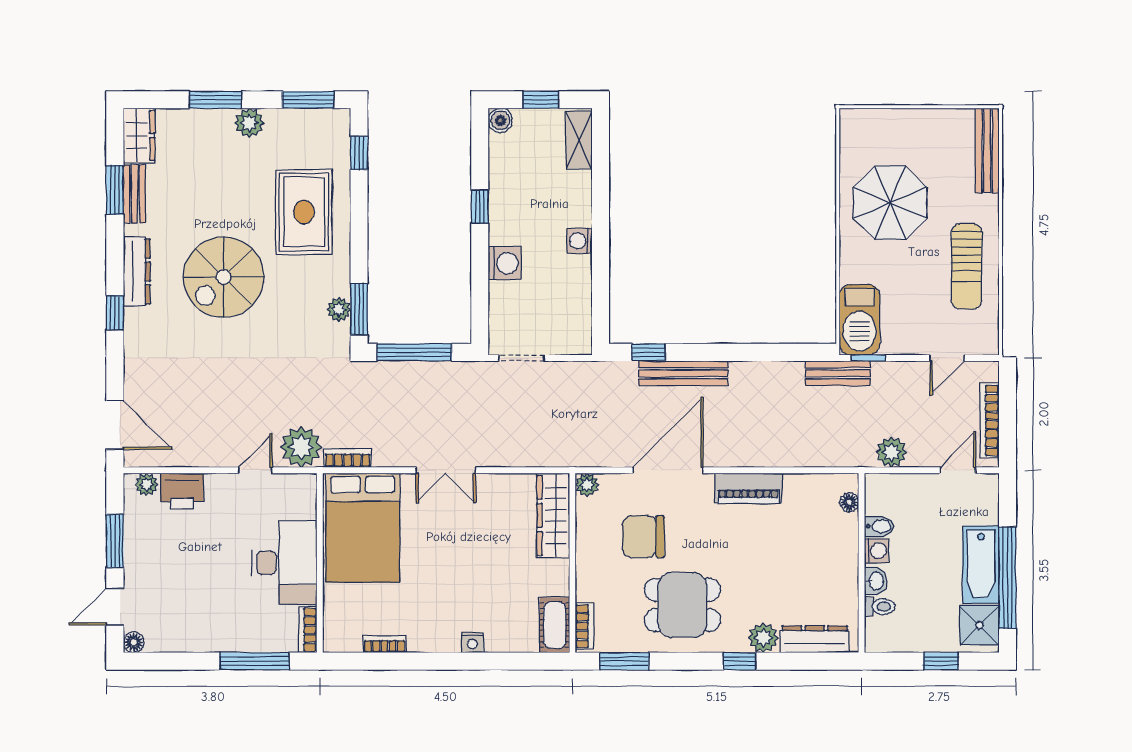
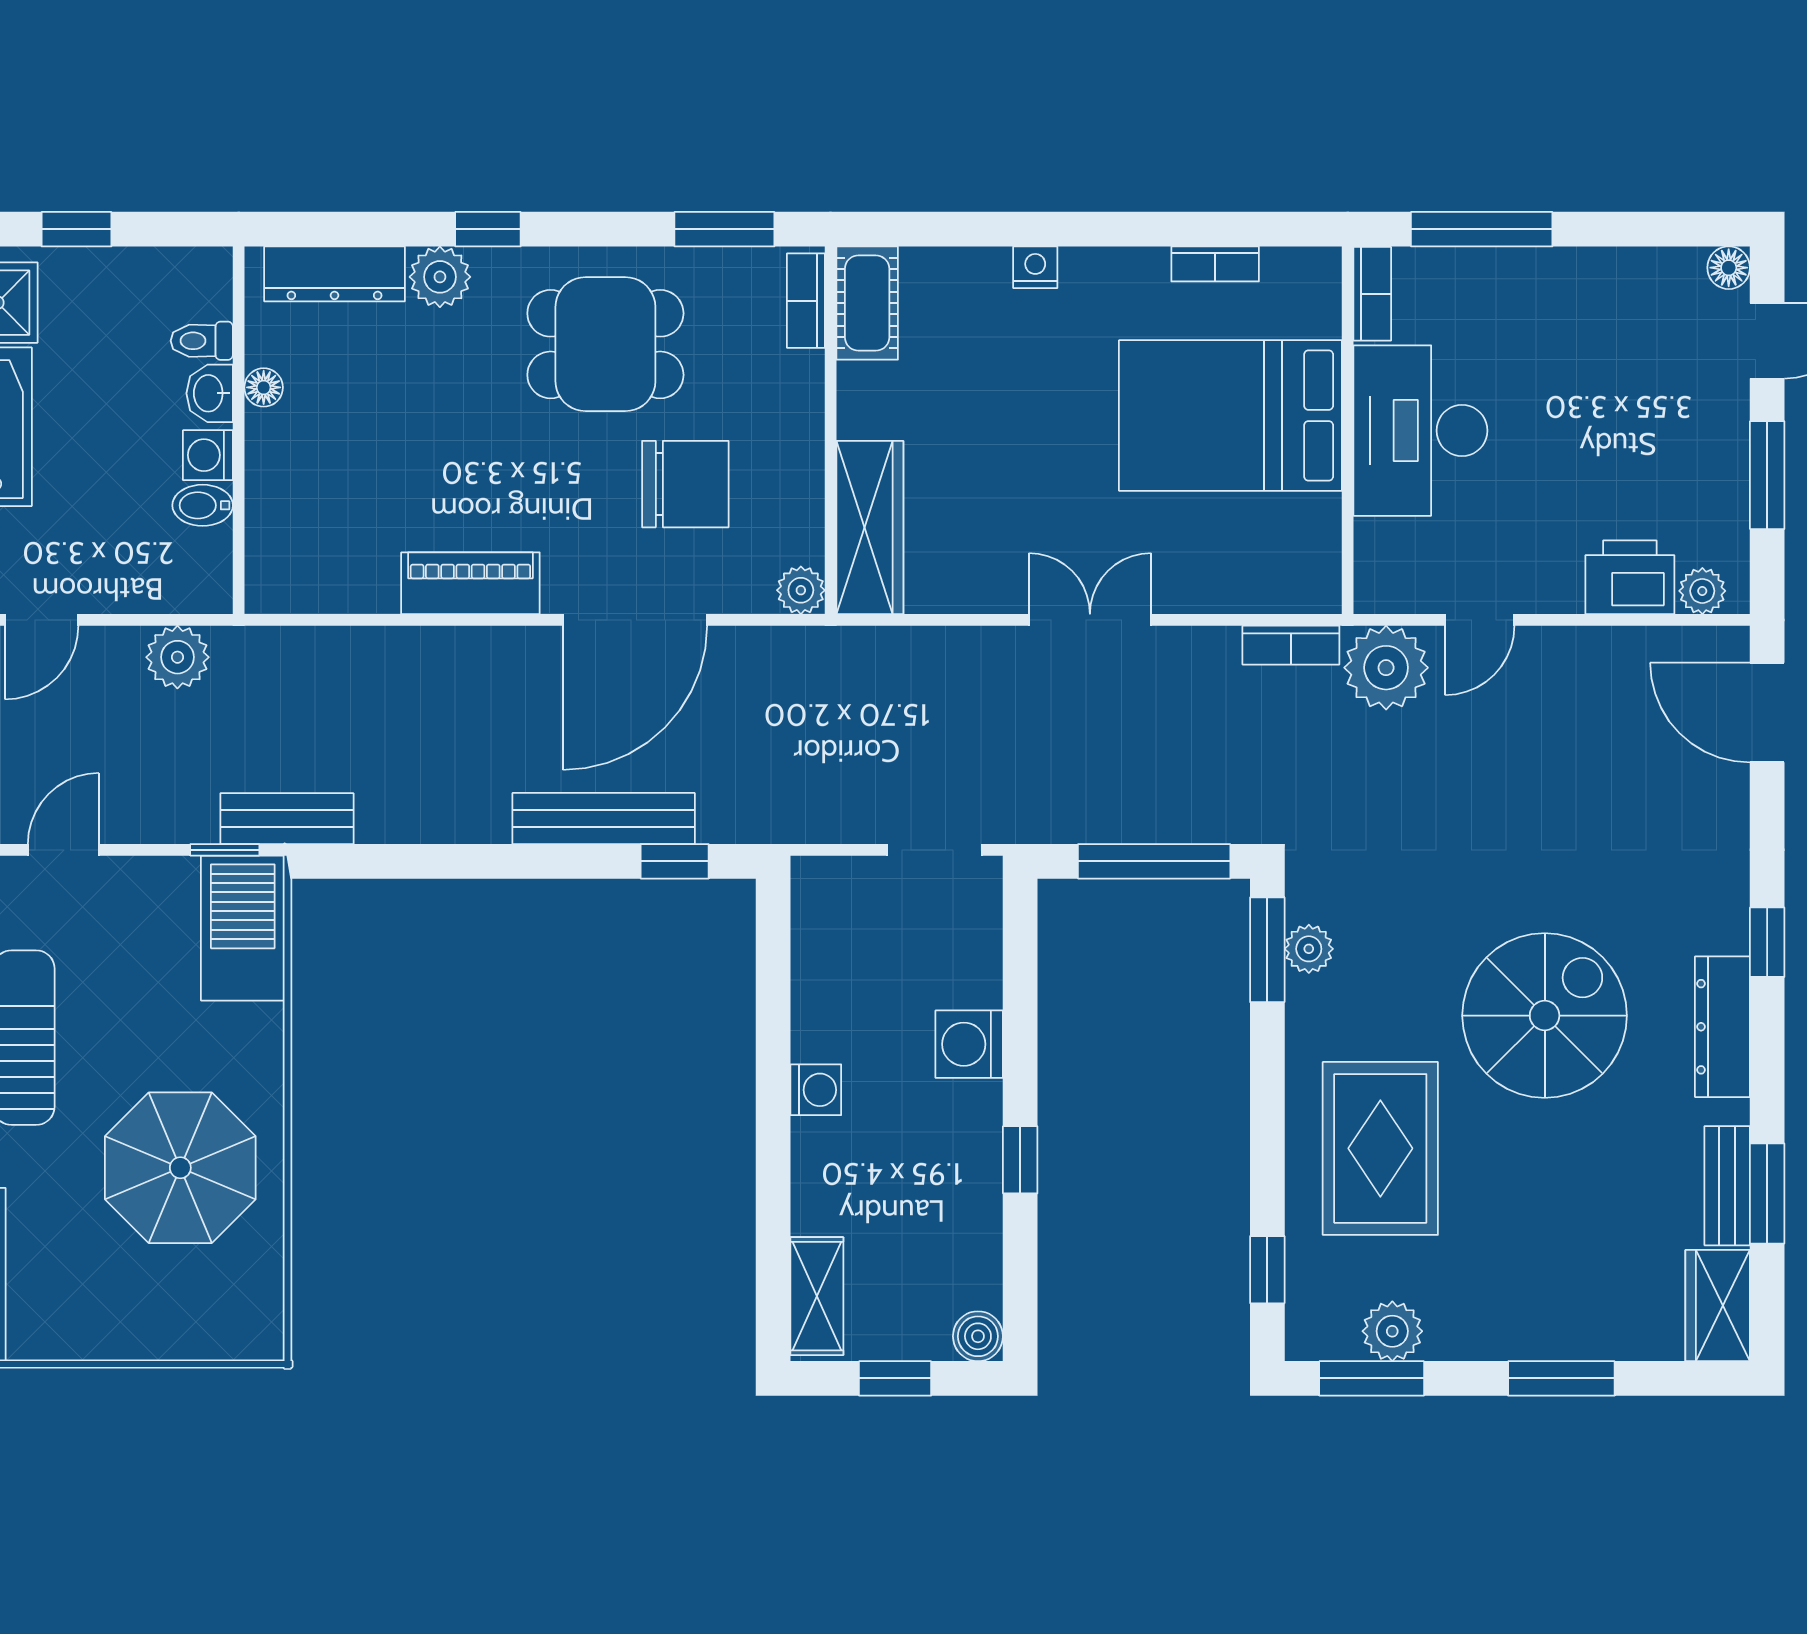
plant: (249, 123) -> (1392, 1331), moved
floor lamp: (849, 502) -> (264, 387), moved
bed: (363, 528) -> (1230, 415), moved, turned -90

